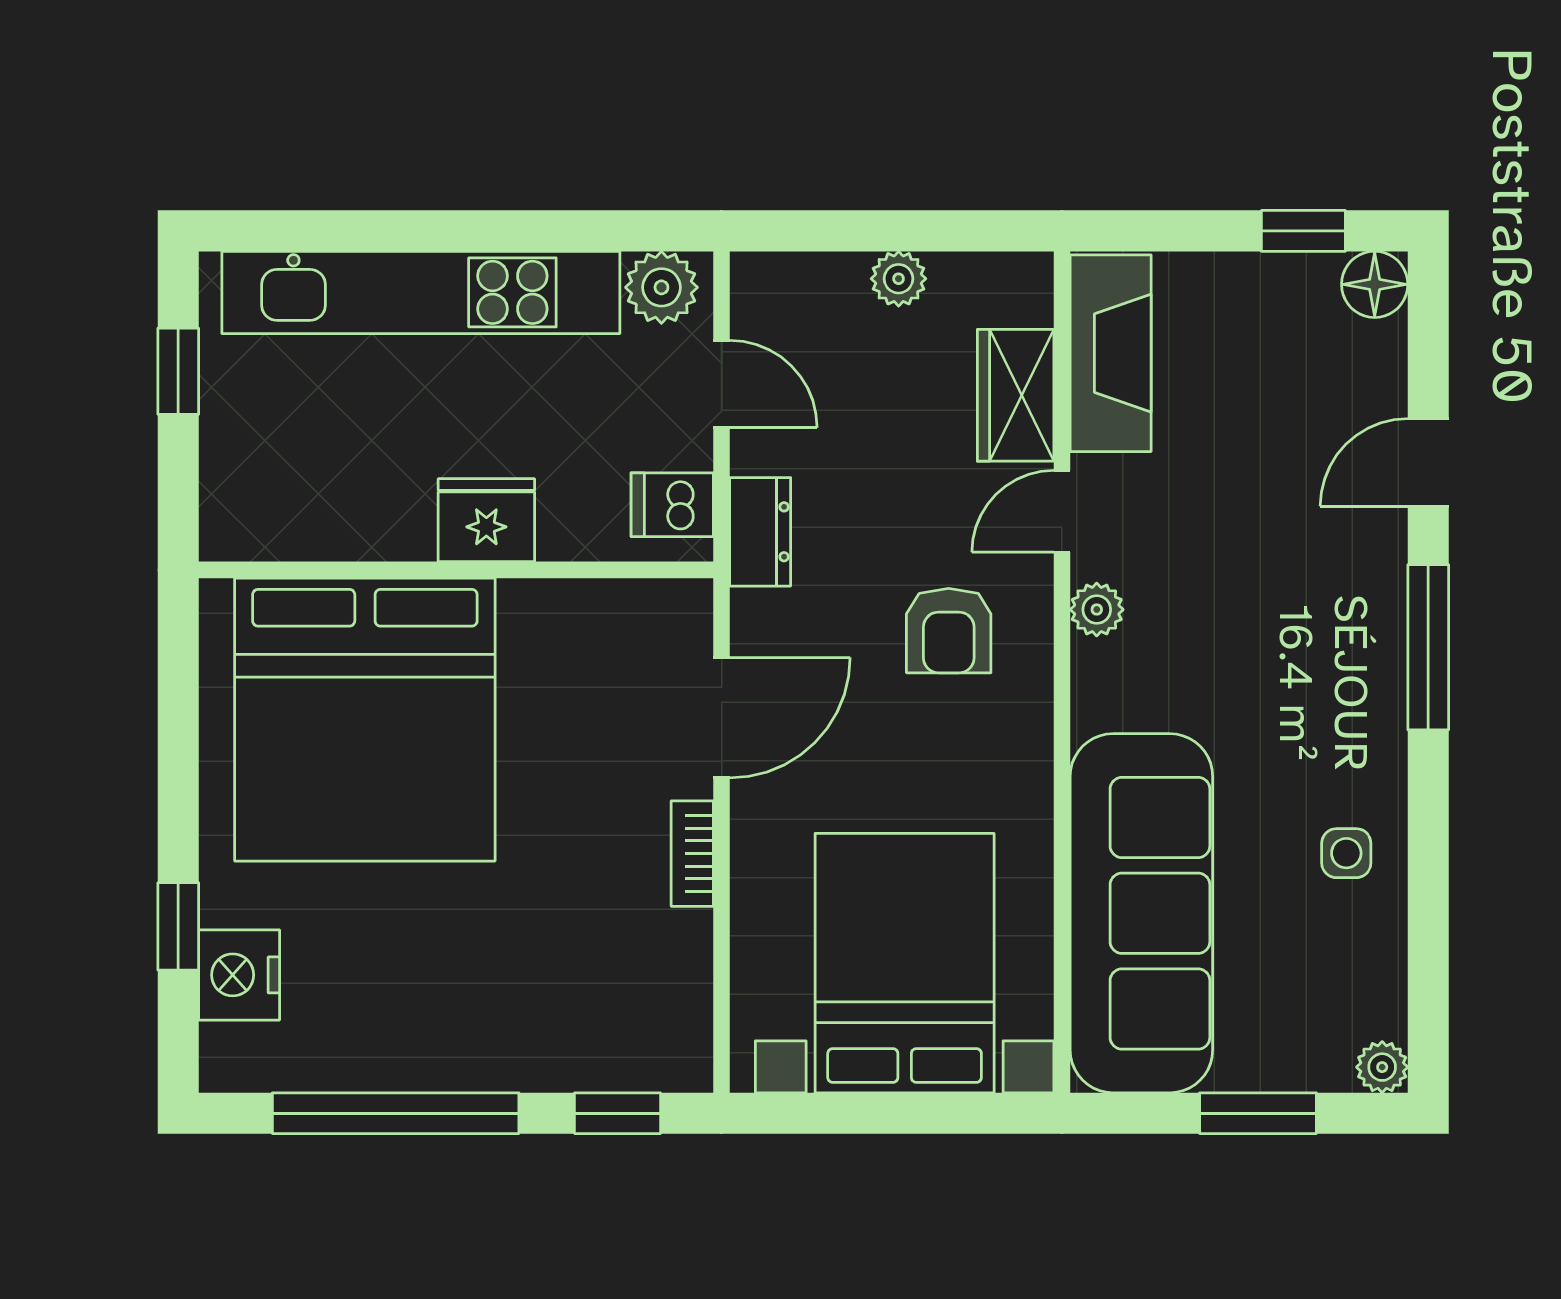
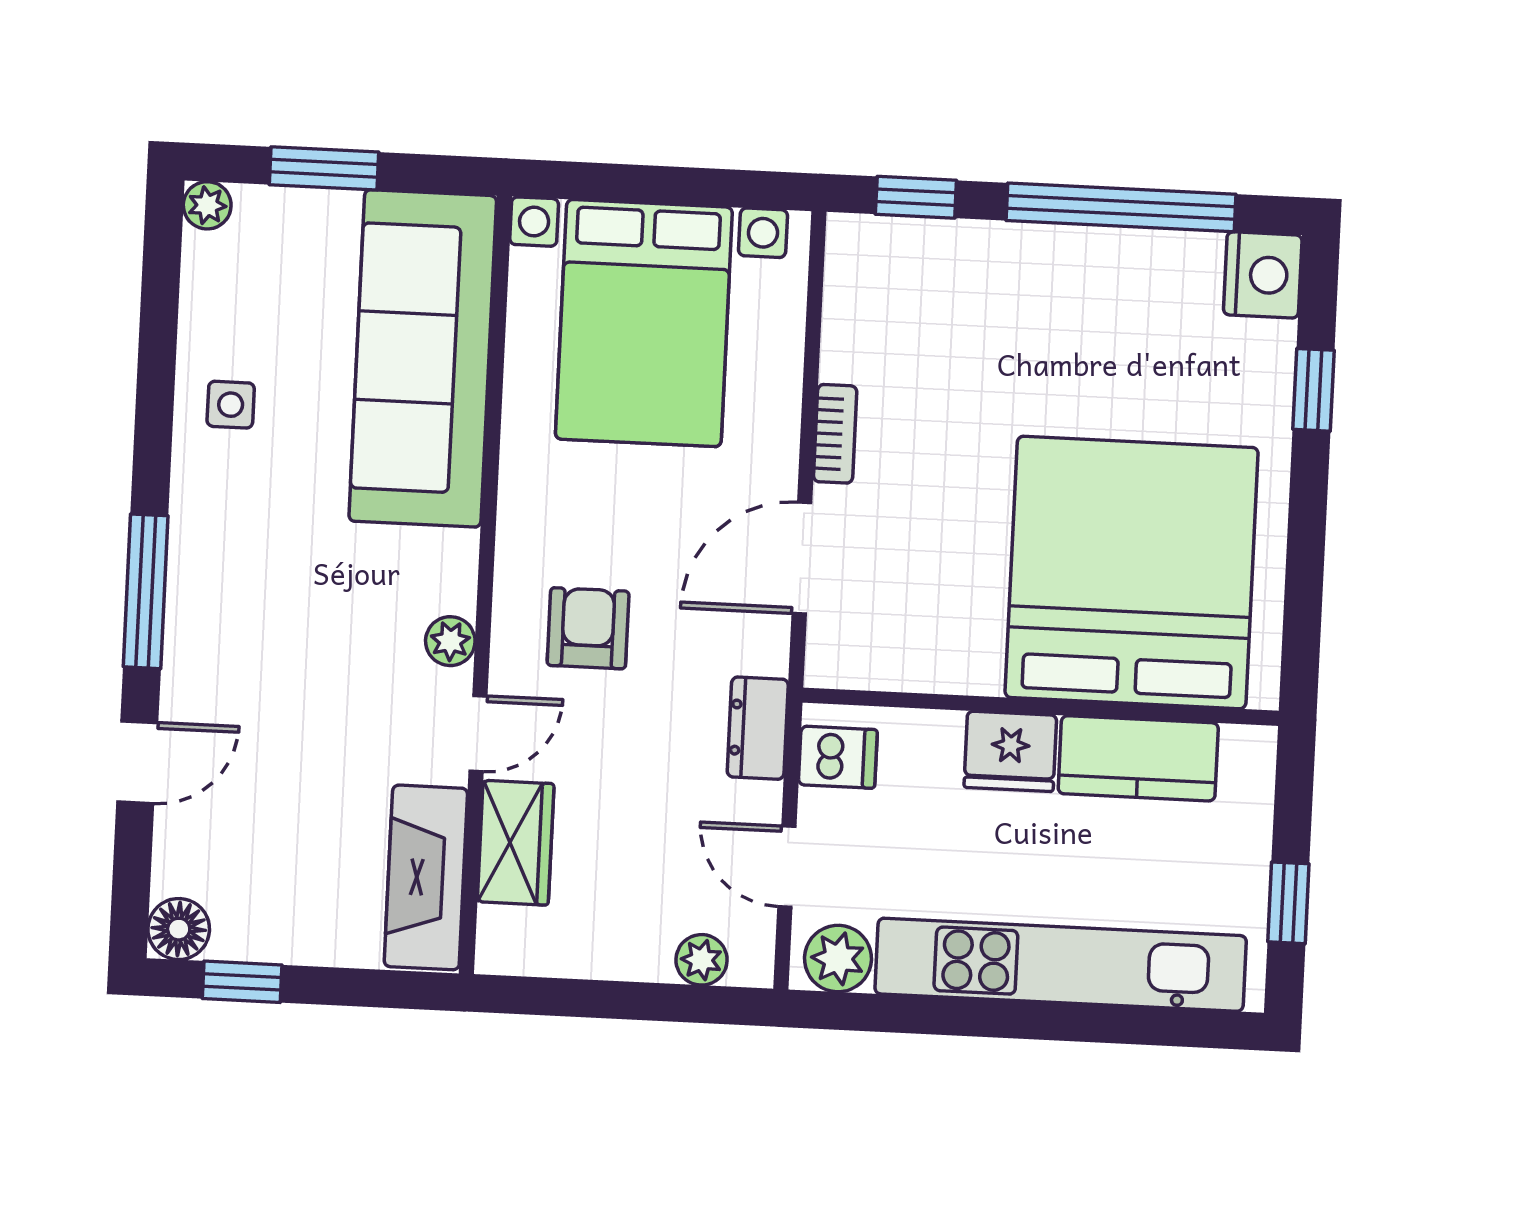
plant: (899, 279) -> (702, 960), moved
kitchen counter: (348, 519) -> (1138, 758), added
nightstand: (239, 975) -> (1263, 275), moved

